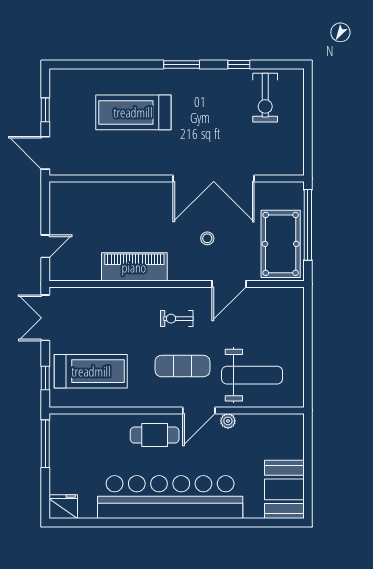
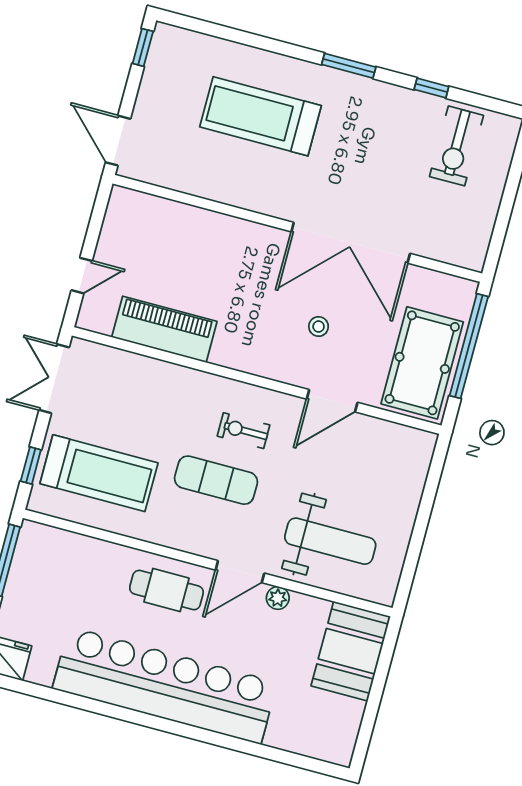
window: (45, 110) -> (143, 47), moved
piano: (134, 267) -> (164, 329), moved
exercise mat: (182, 366) -> (216, 480), moved
booth: (284, 489) -> (351, 651), moved

